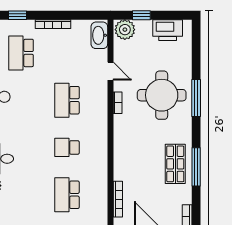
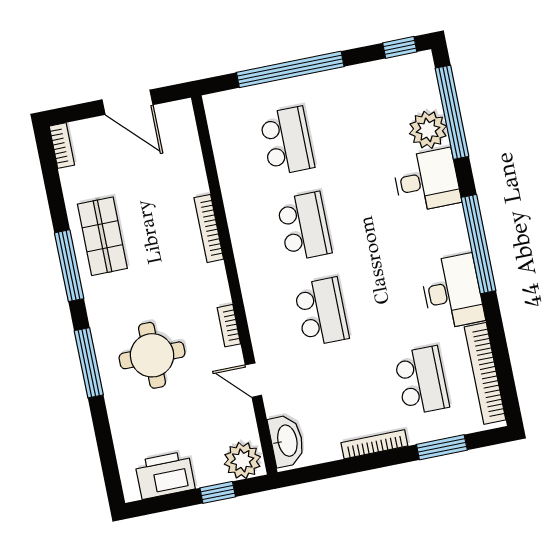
window: (17, 15) -> (442, 447), width x1.50
round table: (162, 95) -> (152, 355), width x0.73, depth x0.73
school desk: (67, 147) -> (304, 226), width x1.85
window: (196, 167) -> (69, 266), moved
bookcase: (118, 199) -> (209, 228), moved

